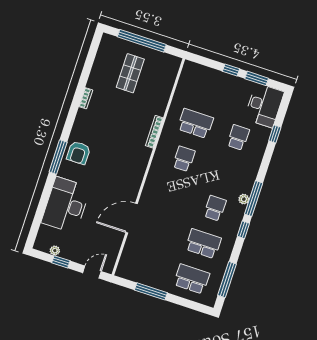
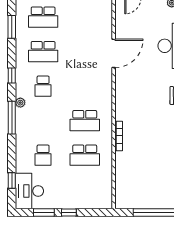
shop shelf: (130, 73) -> (157, 181), removed
window: (275, 134) -> (12, 181), moved
school desk: (184, 159) -> (85, 121), width x1.85
window: (254, 199) -> (12, 118), moved
window: (227, 280) -> (12, 27), width x0.69

